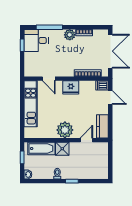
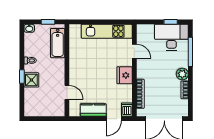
desk: (36, 40) -> (171, 37), width x1.37
door: (49, 79) -> (134, 51), swing flipped
kitchen counter: (102, 126) -> (93, 110), moved
plant: (65, 130) -> (78, 69), removed
shower: (62, 149) -> (31, 80), moved

